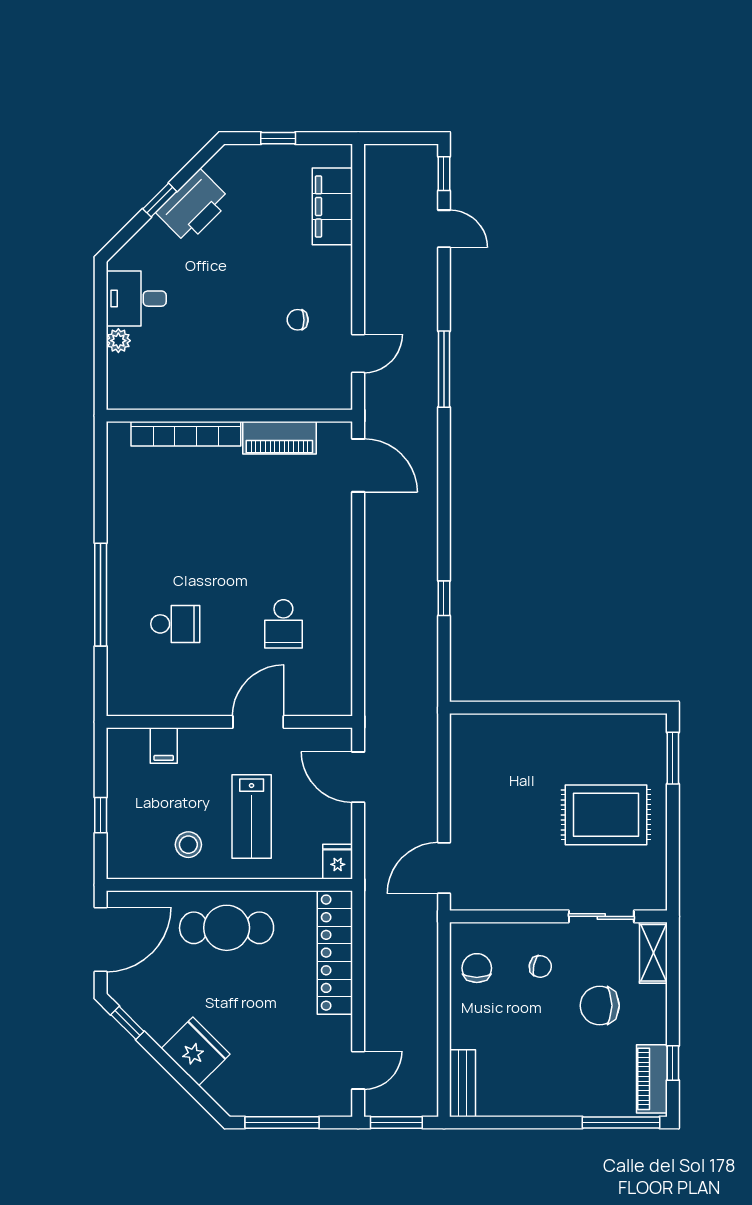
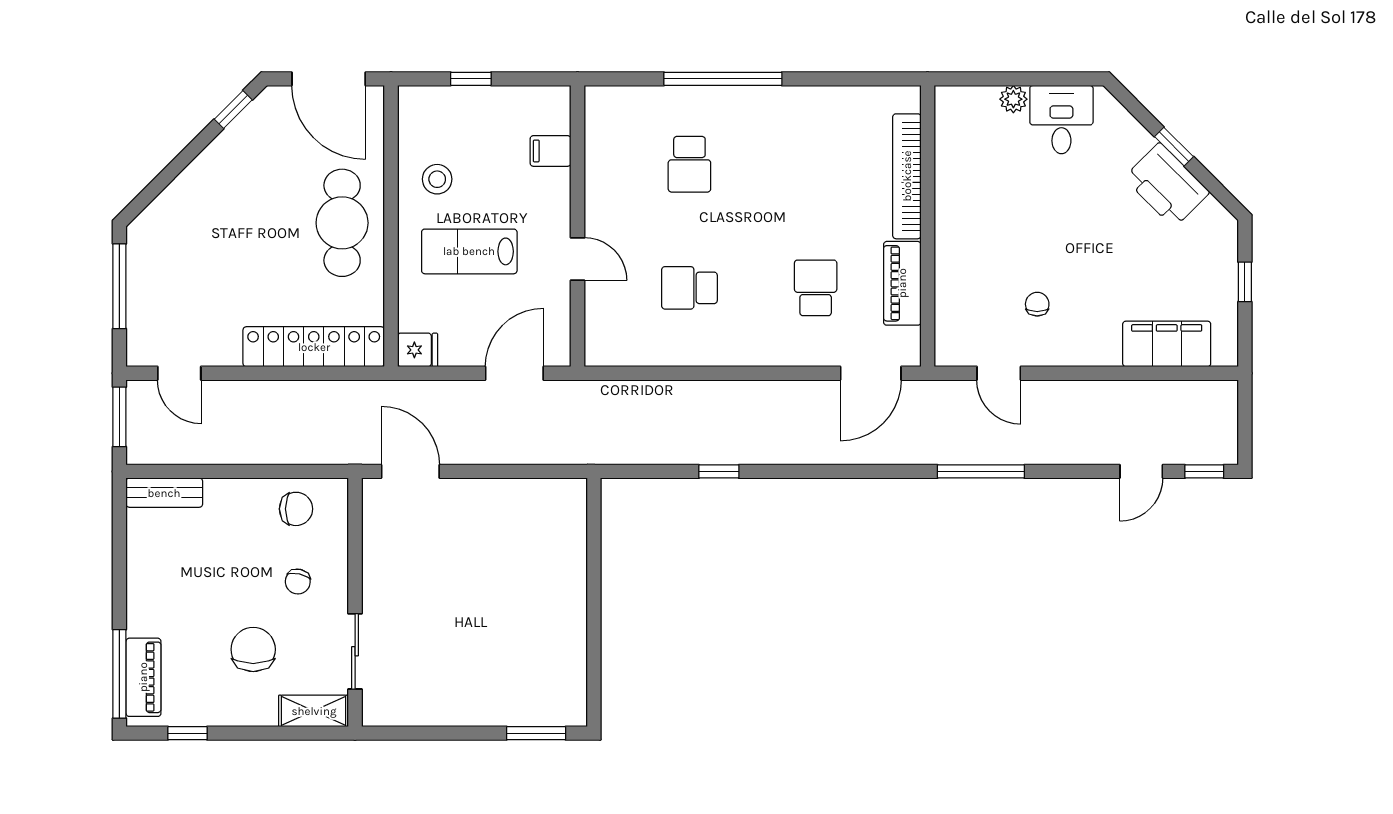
school desk: (283, 514) -> (816, 288), added
door: (258, 722) -> (577, 259), width x0.73
rug: (606, 815) -> (471, 657), removed
fridge: (196, 1051) -> (201, 187), removed
piano: (652, 1079) -> (143, 677), moved, turned 90

